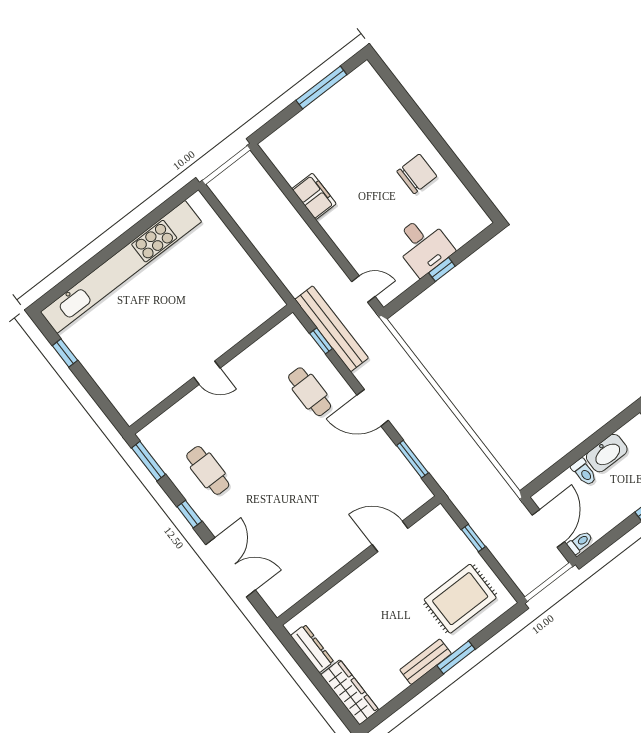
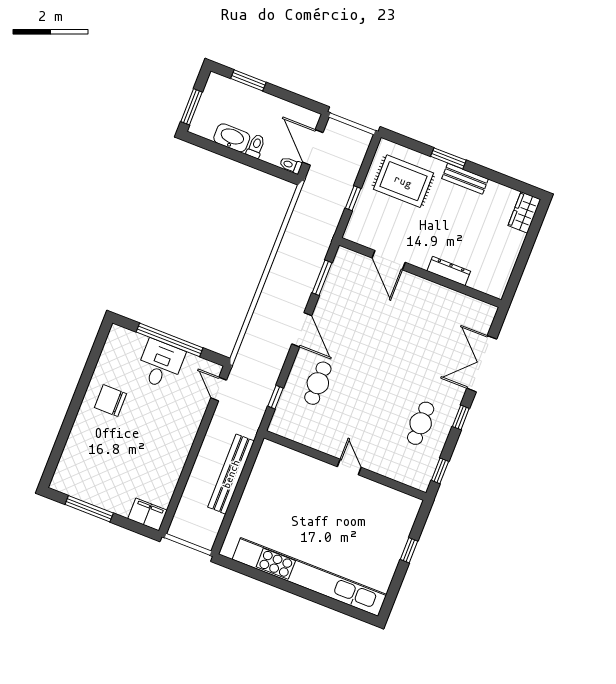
filing cabinet: (314, 196) -> (148, 514), moved, turned 90
window: (442, 269) -> (170, 340), width x3.17
bench: (332, 329) -> (231, 474), moved
window: (65, 353) -> (409, 550), moved
window: (148, 461) -> (440, 471), width x0.67
door: (548, 528) -> (313, 147), hinge flipped
toilet: (580, 542) -> (291, 165), moved
dresser: (312, 649) -> (449, 271), moved, turned 90
wardrobe: (350, 692) -> (524, 213), width x0.67

